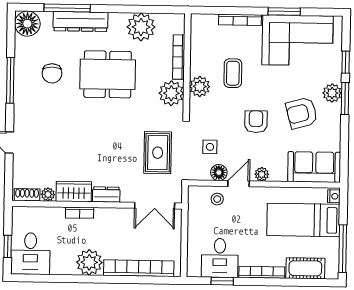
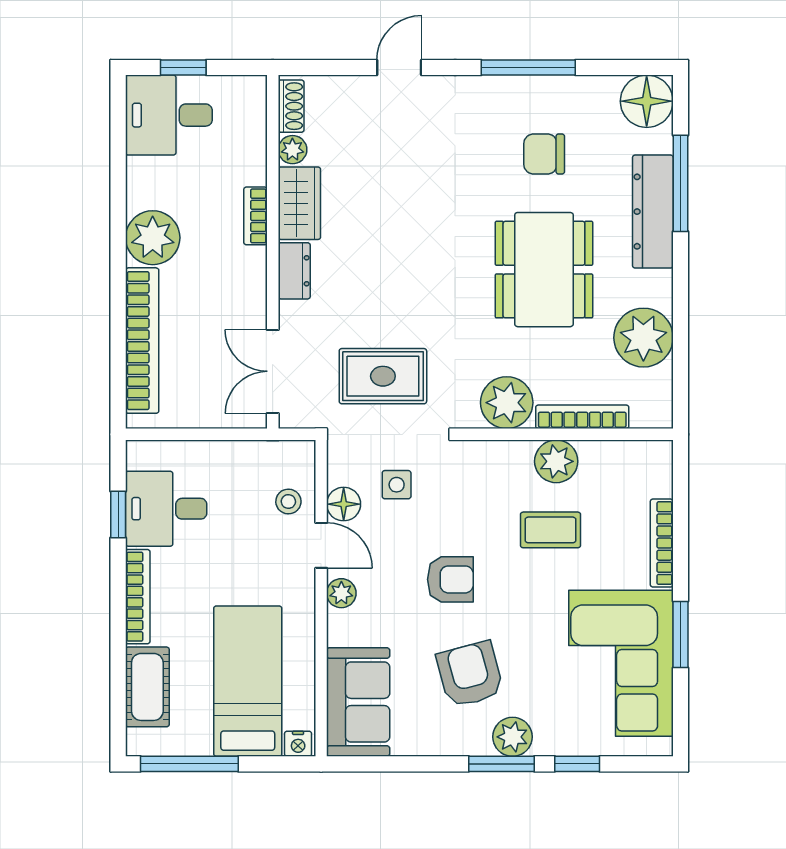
plant: (200, 87) -> (556, 461), moved

